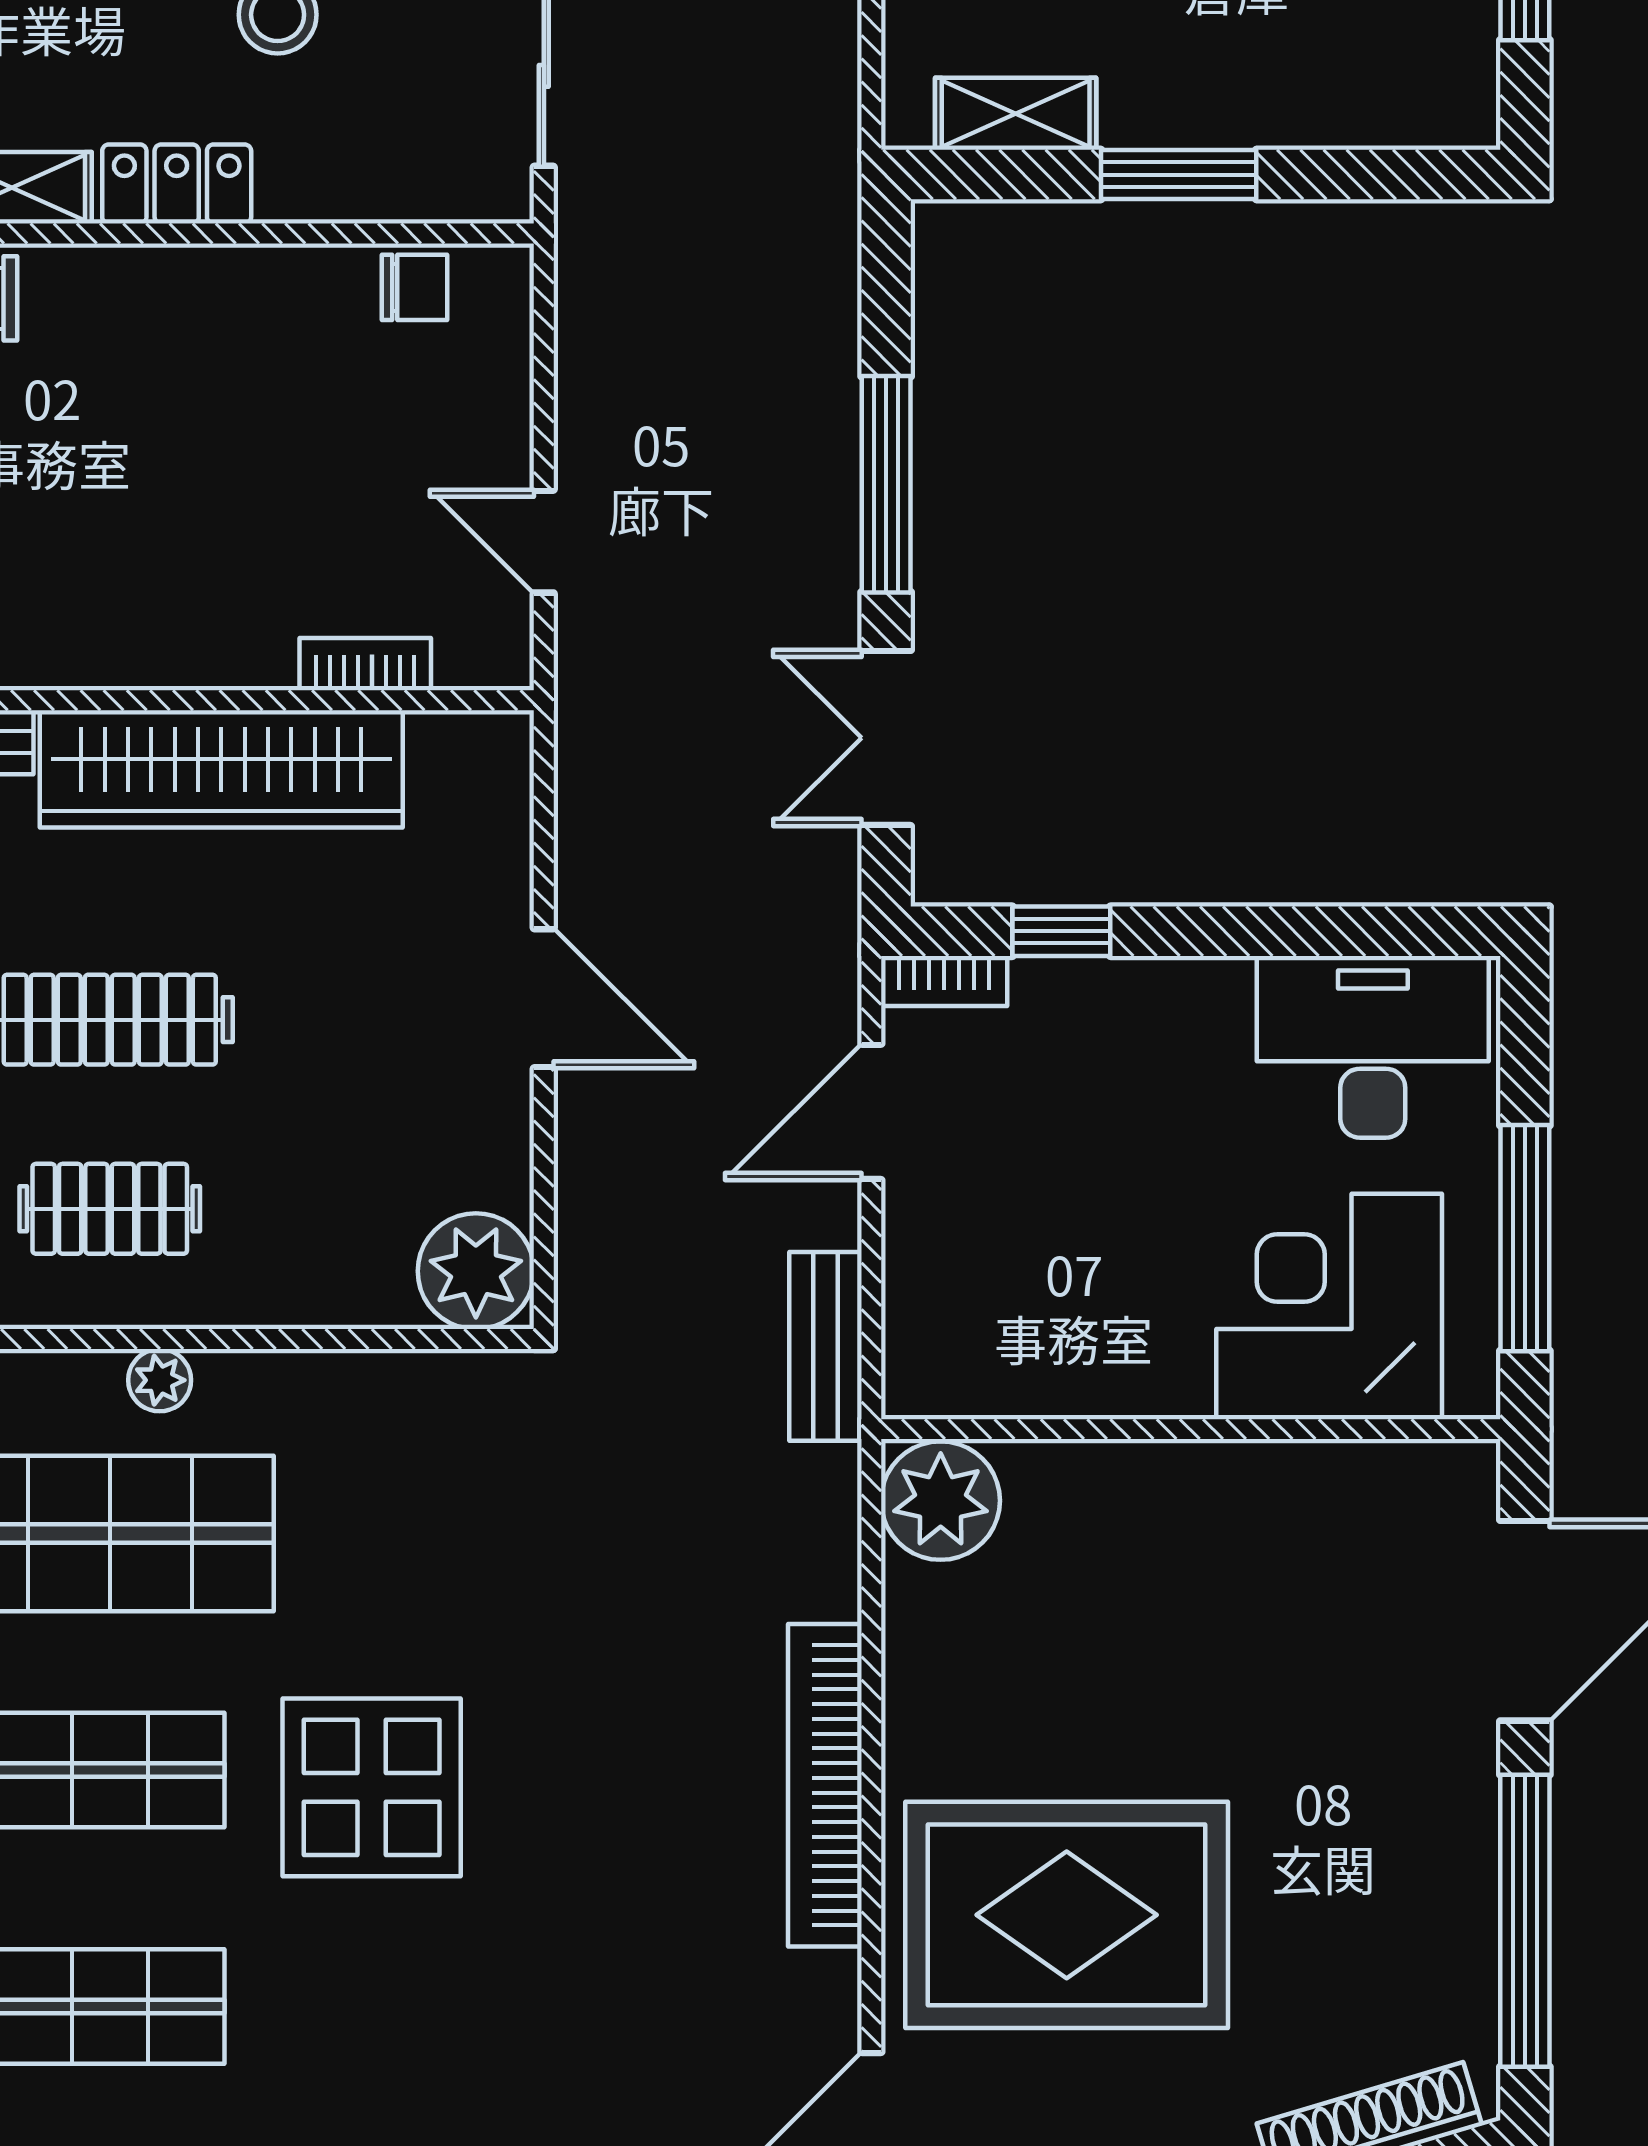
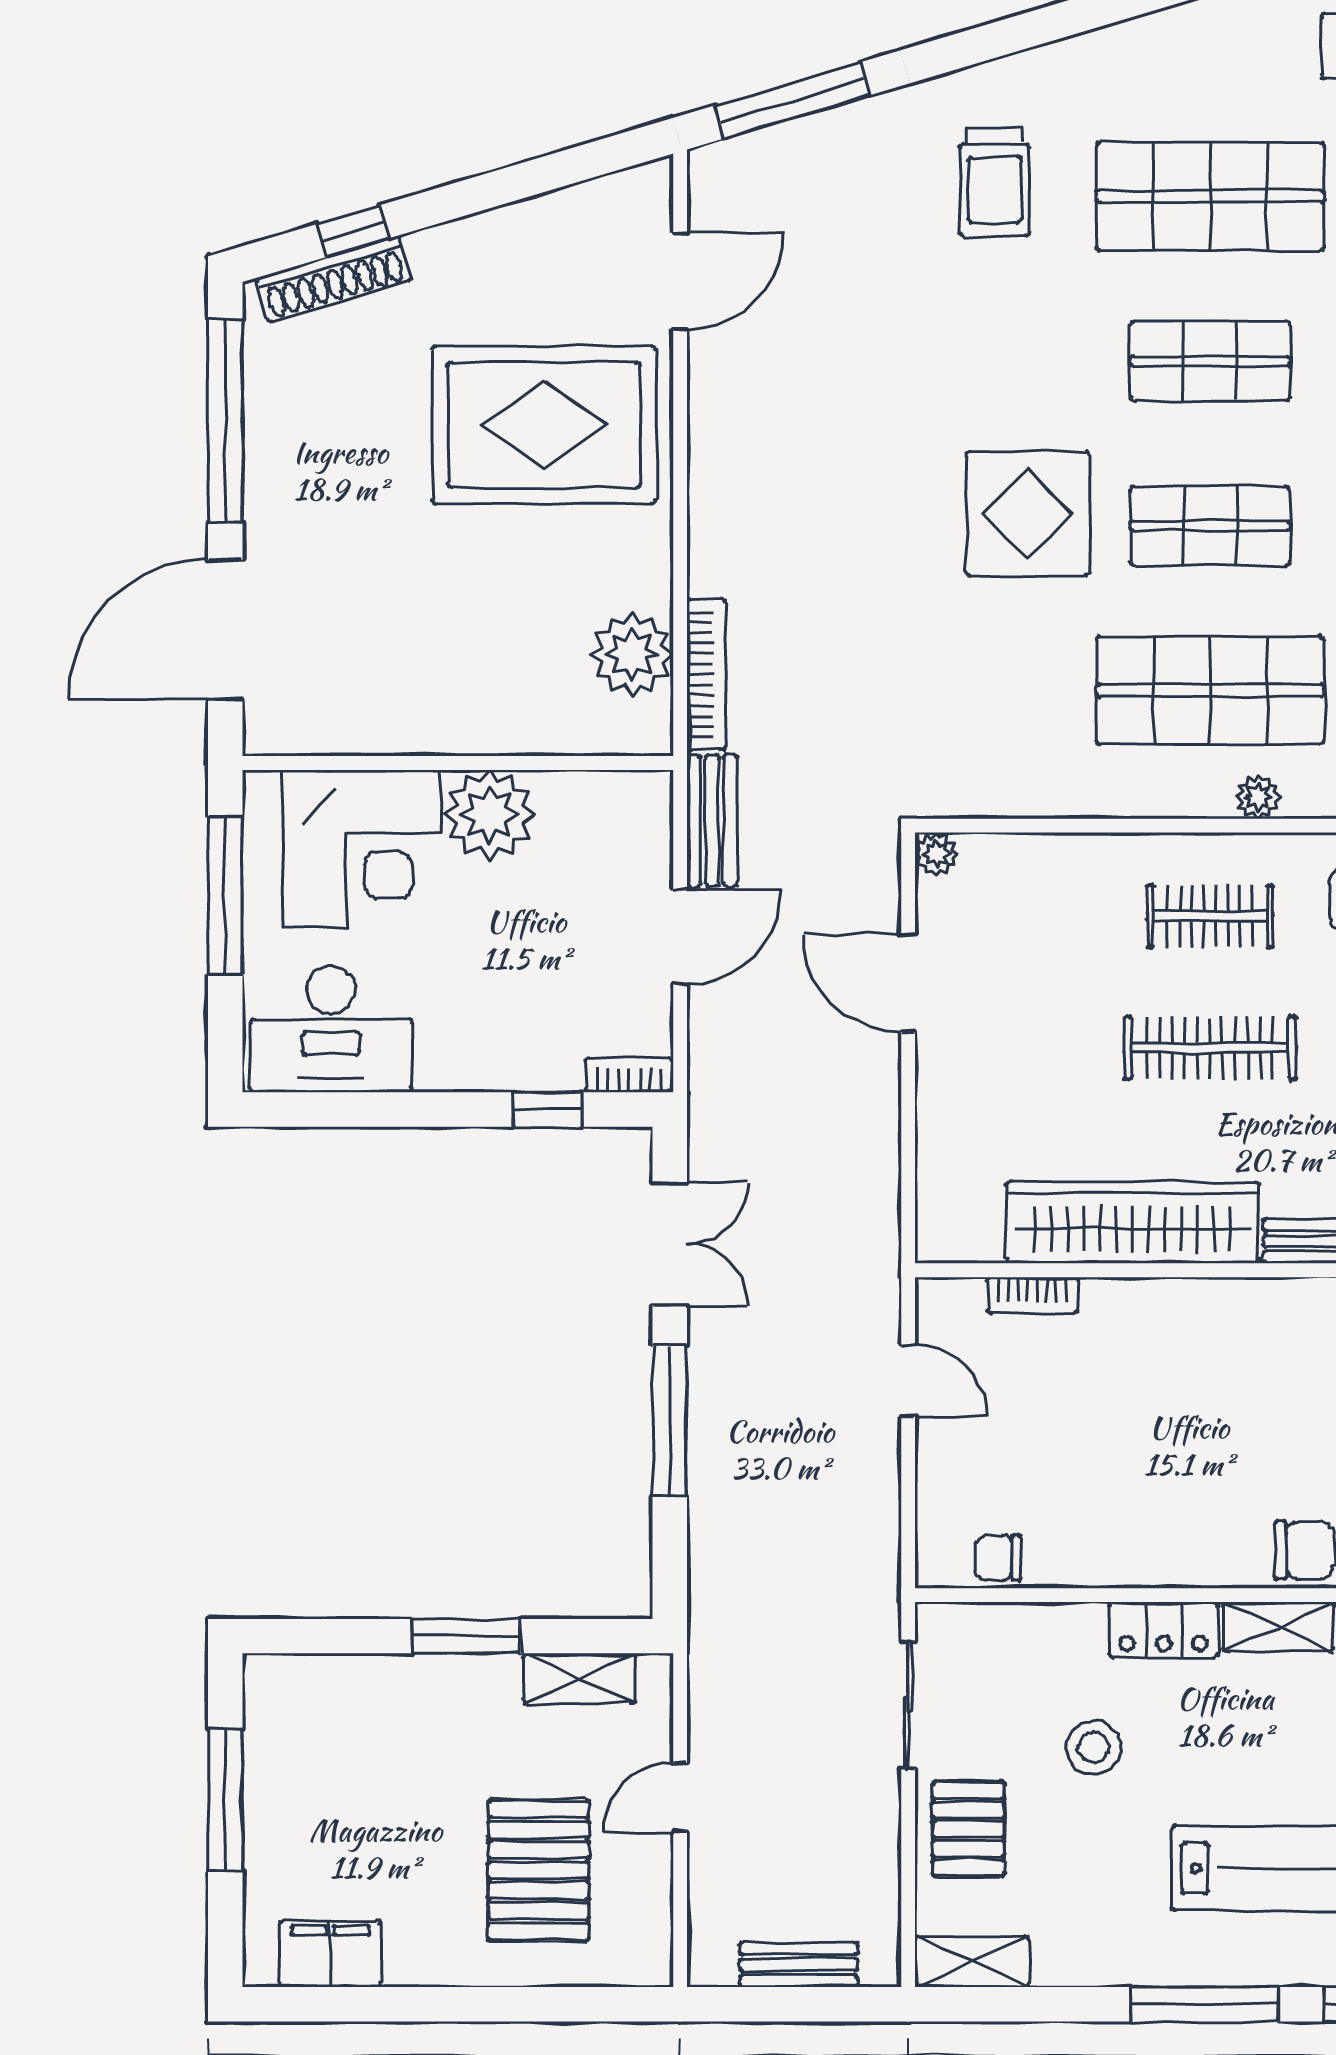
door: (544, 998) -> (908, 983), moved
door: (871, 1112) -> (680, 937), moved
plant: (476, 1271) -> (936, 854), width x0.53, depth x0.53
plant: (1145, 1355) -> (489, 815), added
plant: (160, 1380) -> (1258, 797), moved
plant: (941, 1501) -> (632, 654), moved
bookcase: (825, 1785) -> (706, 674), moved, width x0.68, depth x0.76

